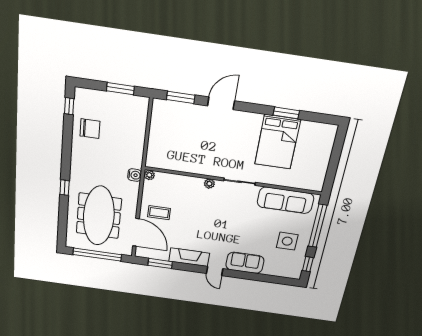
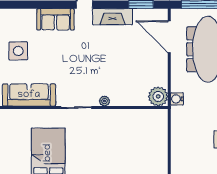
plant: (149, 175) -> (158, 96), width x1.87, depth x1.87
coffee table: (159, 213) -> (149, 62), removed

